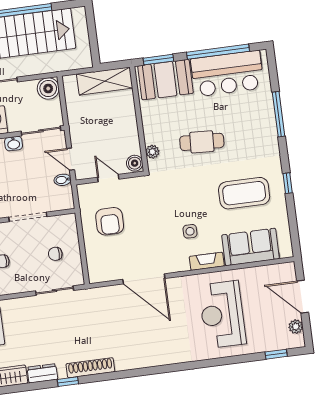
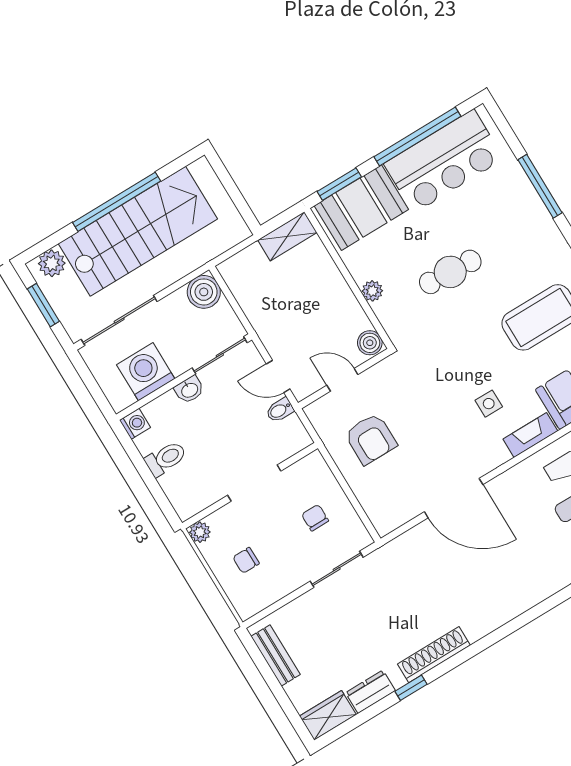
shelving: (105, 81) -> (287, 236), width x0.67, depth x0.75
plant: (152, 152) -> (372, 291), moved
chair: (55, 254) -> (315, 518), turned 90

